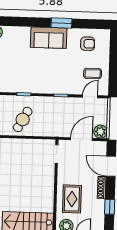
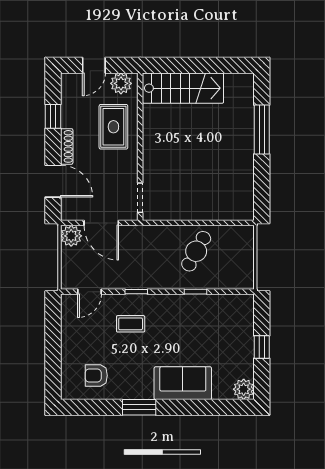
sofa: (49, 38) -> (183, 383), moved
coffee table: (93, 74) -> (131, 324), moved
door: (81, 139) -> (101, 223), hinge flipped

